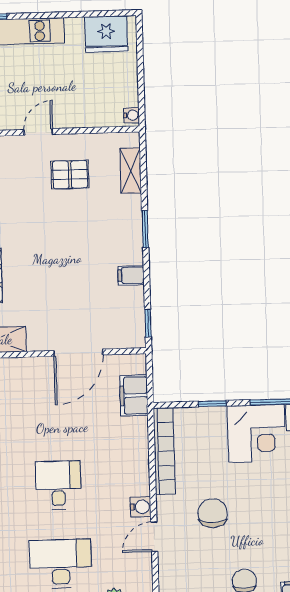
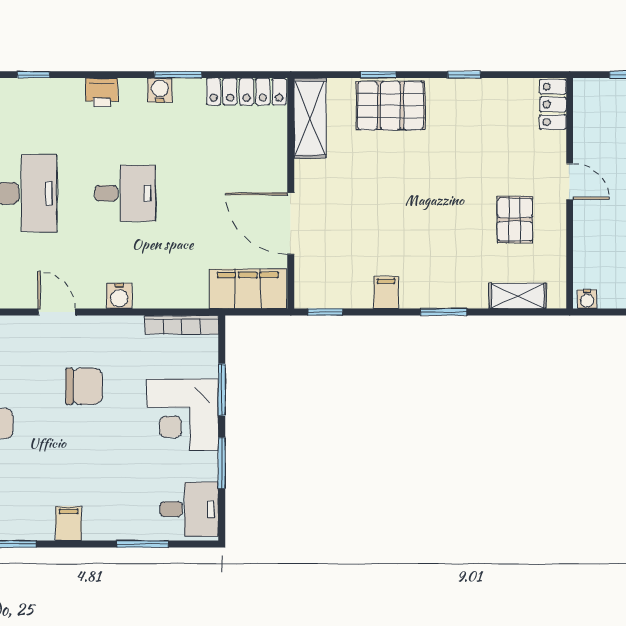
filing cabinet: (134, 395) -> (248, 289), width x1.50, depth x1.17
window: (212, 404) -> (222, 390), width x1.50
corner desk: (256, 433) -> (183, 415), moved
bookcase: (164, 451) -> (182, 325), width x0.68, depth x0.76
water cooler: (141, 507) -> (119, 296), moved

